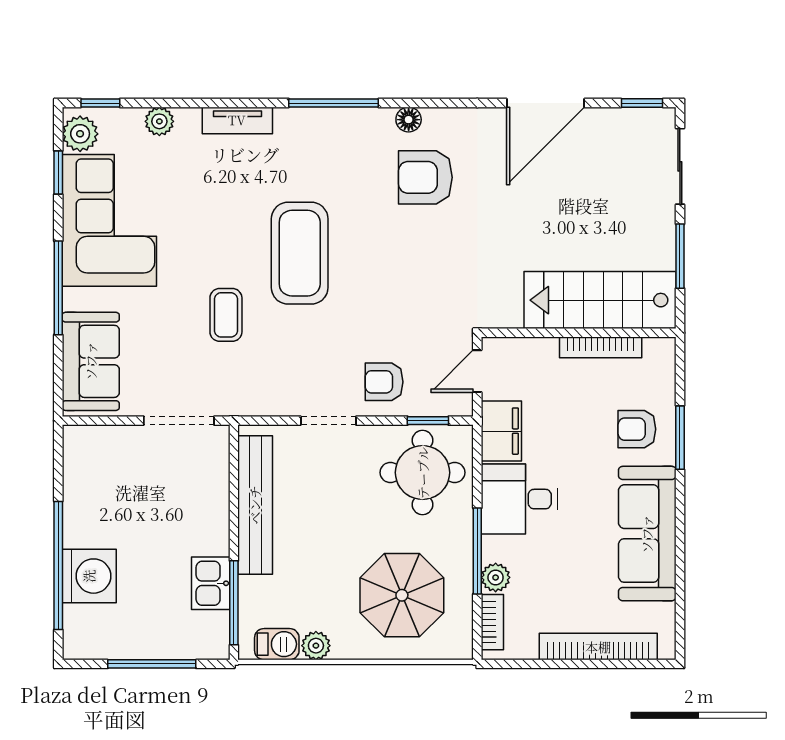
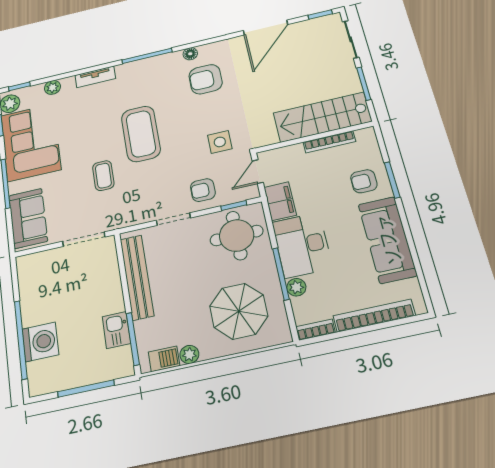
side table: (427, 302) -> (220, 142), added
desk: (519, 499) -> (302, 245), width x1.37
bookcase: (492, 622) -> (315, 330), moved, turned -90

